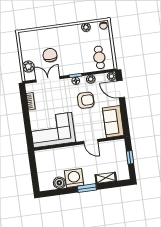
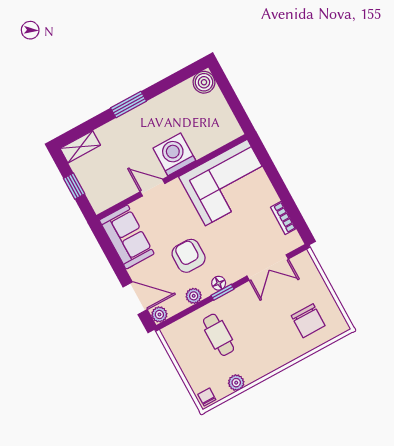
chair: (50, 55) -> (308, 321), moved
cafe table: (99, 57) -> (219, 335), moved
plant: (28, 67) -> (310, 277), removed
armchair: (86, 100) -> (189, 256), turned 90
washing machine: (74, 178) -> (174, 154), moved, turned 180
shelving: (106, 178) -> (80, 147), moved
boiler: (59, 183) -> (204, 82), moved

